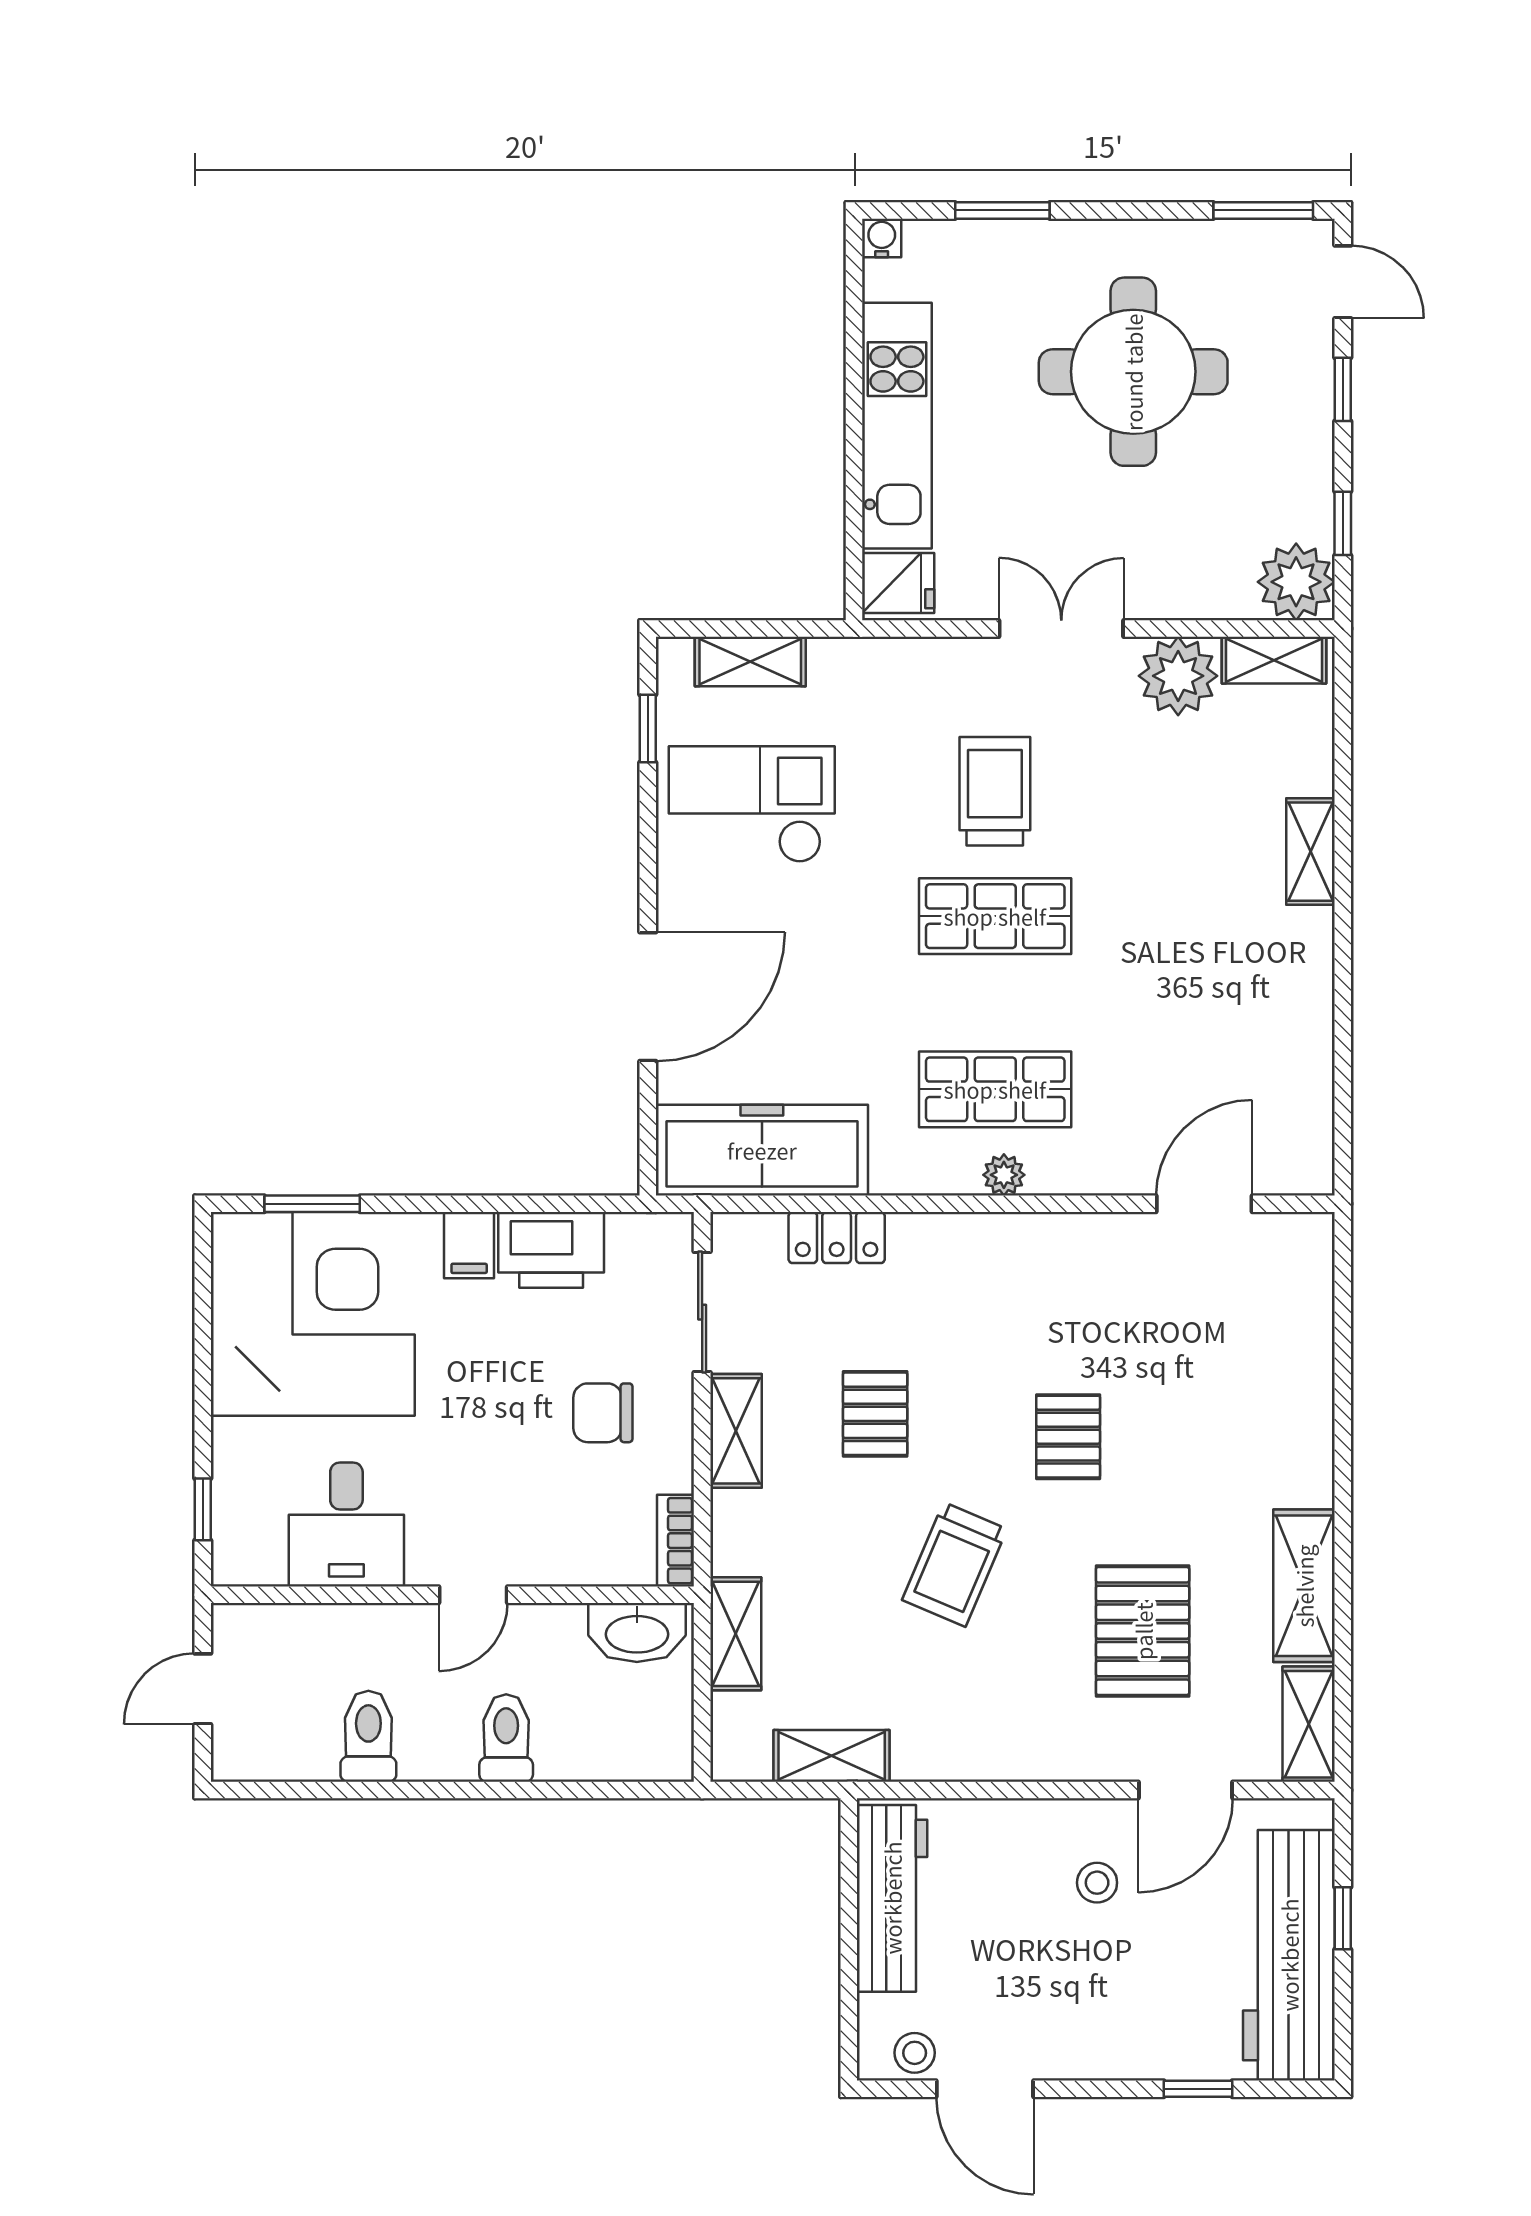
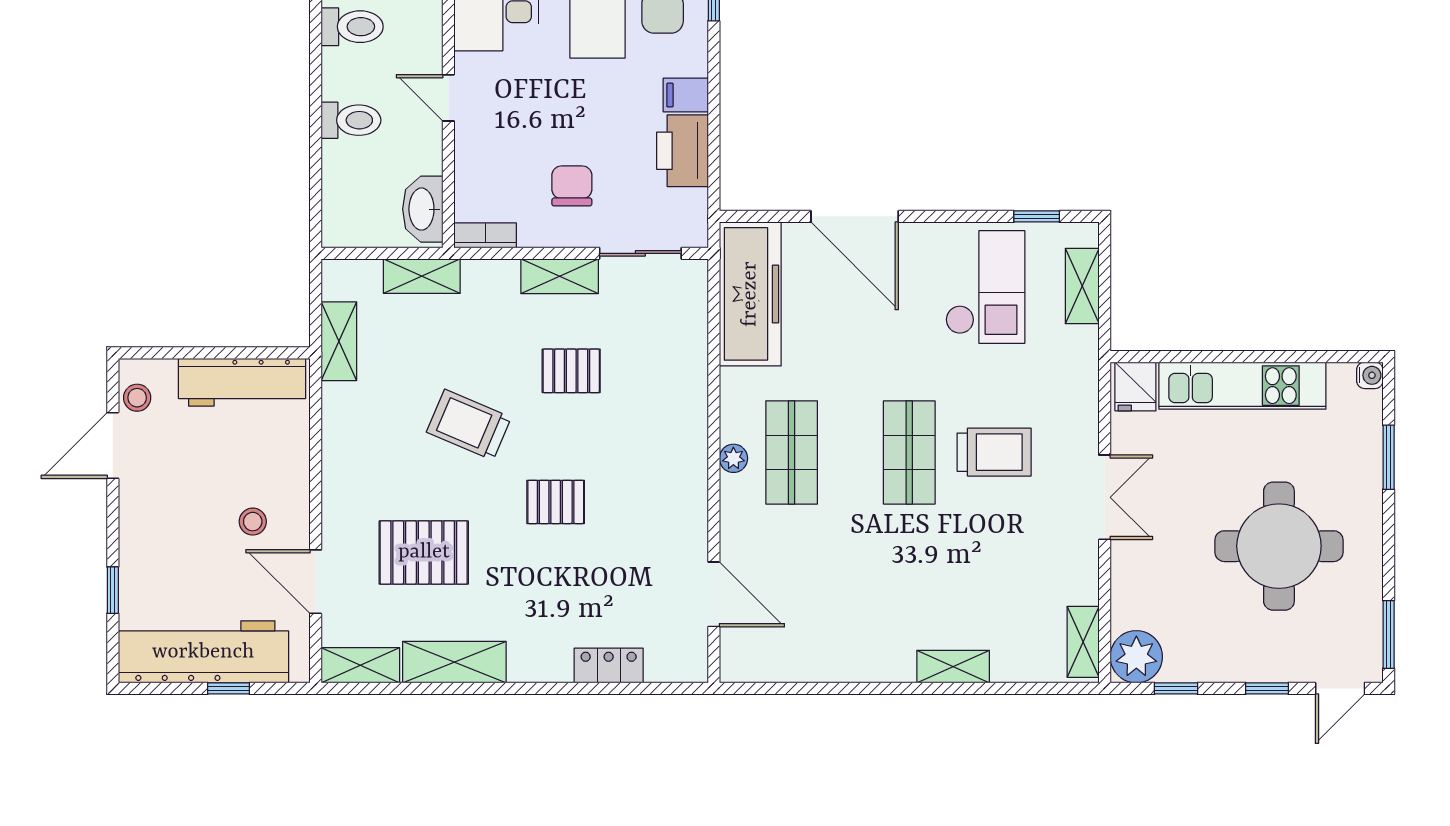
plant: (1178, 676) -> (1072, 577), removed
locker: (837, 1238) -> (609, 665), moved, turned 90

